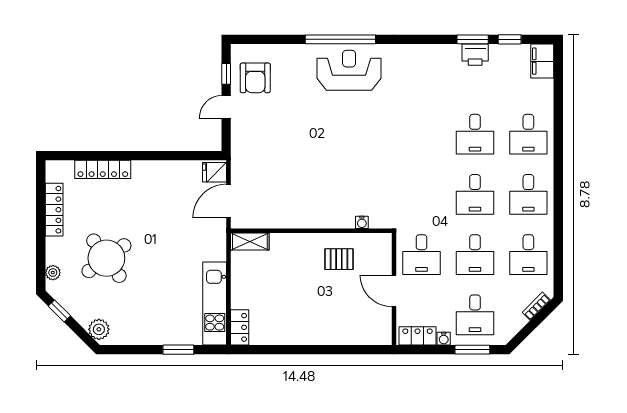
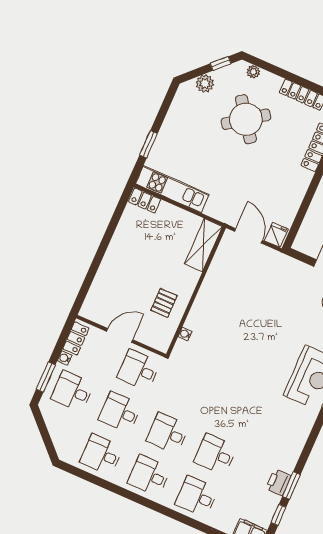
shelving: (250, 242) -> (203, 245), width x1.50, depth x1.33
bookcase: (536, 306) -> (58, 443), removed
plant: (99, 329) -> (205, 84), moved

